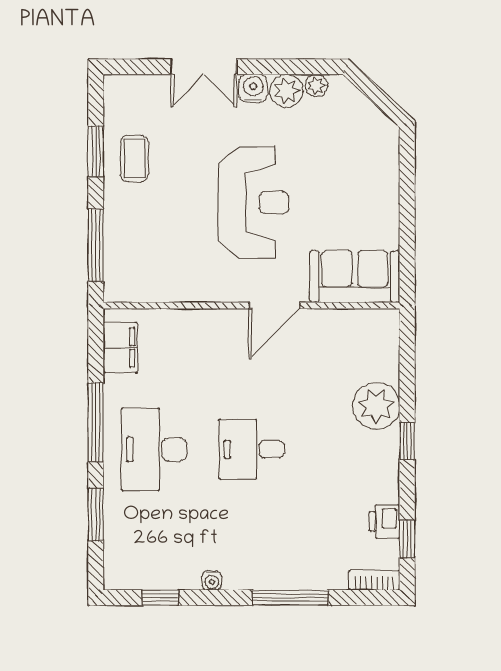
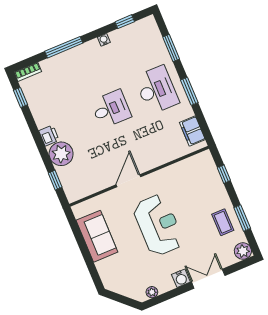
plant: (286, 91) -> (243, 251), moved
reception desk: (254, 203) -> (158, 225), turned 180
window: (96, 245) -> (224, 174), width x0.46
sofa: (355, 277) -> (97, 236), moved, turned -90
window: (96, 422) -> (189, 91), width x0.69
window: (407, 441) -> (55, 180), moved
printer: (385, 521) -> (49, 136), moved

